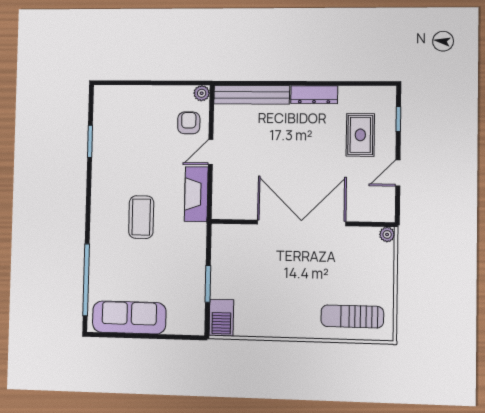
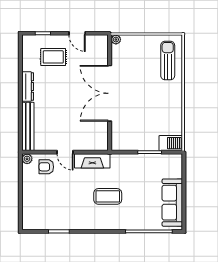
sun lounger: (352, 316) -> (168, 61), turned 180

